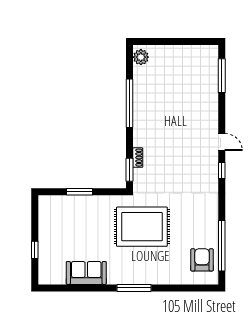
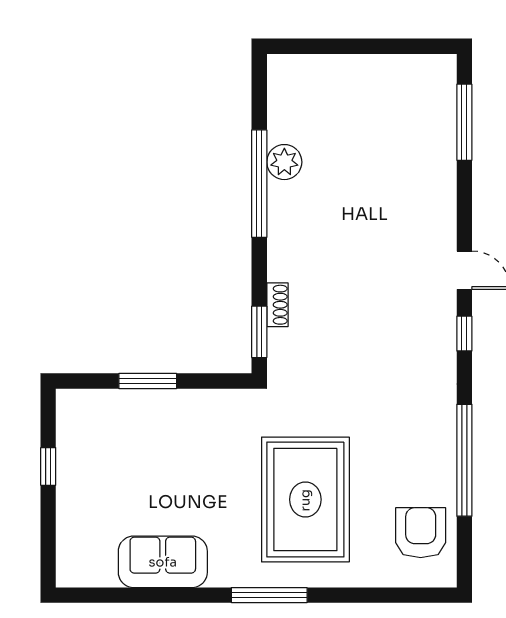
plant: (141, 57) -> (284, 162), moved
rug: (142, 227) -> (305, 500), moved, turned 90
window: (222, 246) -> (464, 460), moved
window: (35, 250) -> (48, 466), moved

